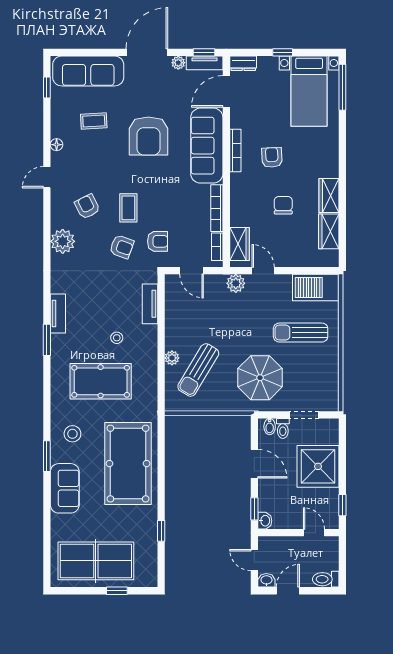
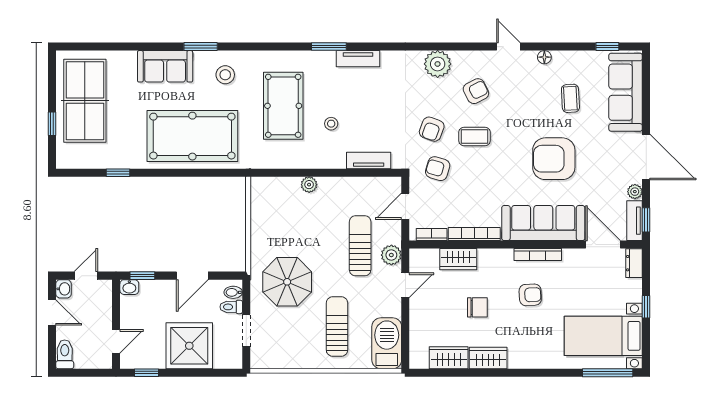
armchair: (158, 241) -> (438, 169), turned 107
wardrobe: (239, 244) -> (458, 259), moved
sun lounger: (198, 370) -> (360, 246), moved, turned 59

